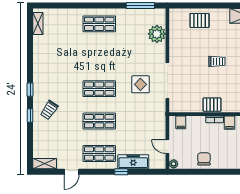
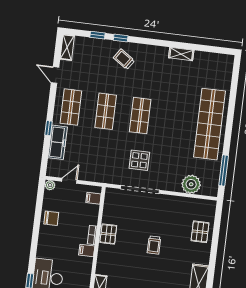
shelving: (38, 23) -> (181, 54), moved
shop shelf: (99, 24) -> (210, 124), width x2.00, depth x1.36
window: (30, 90) -> (98, 35), moved

